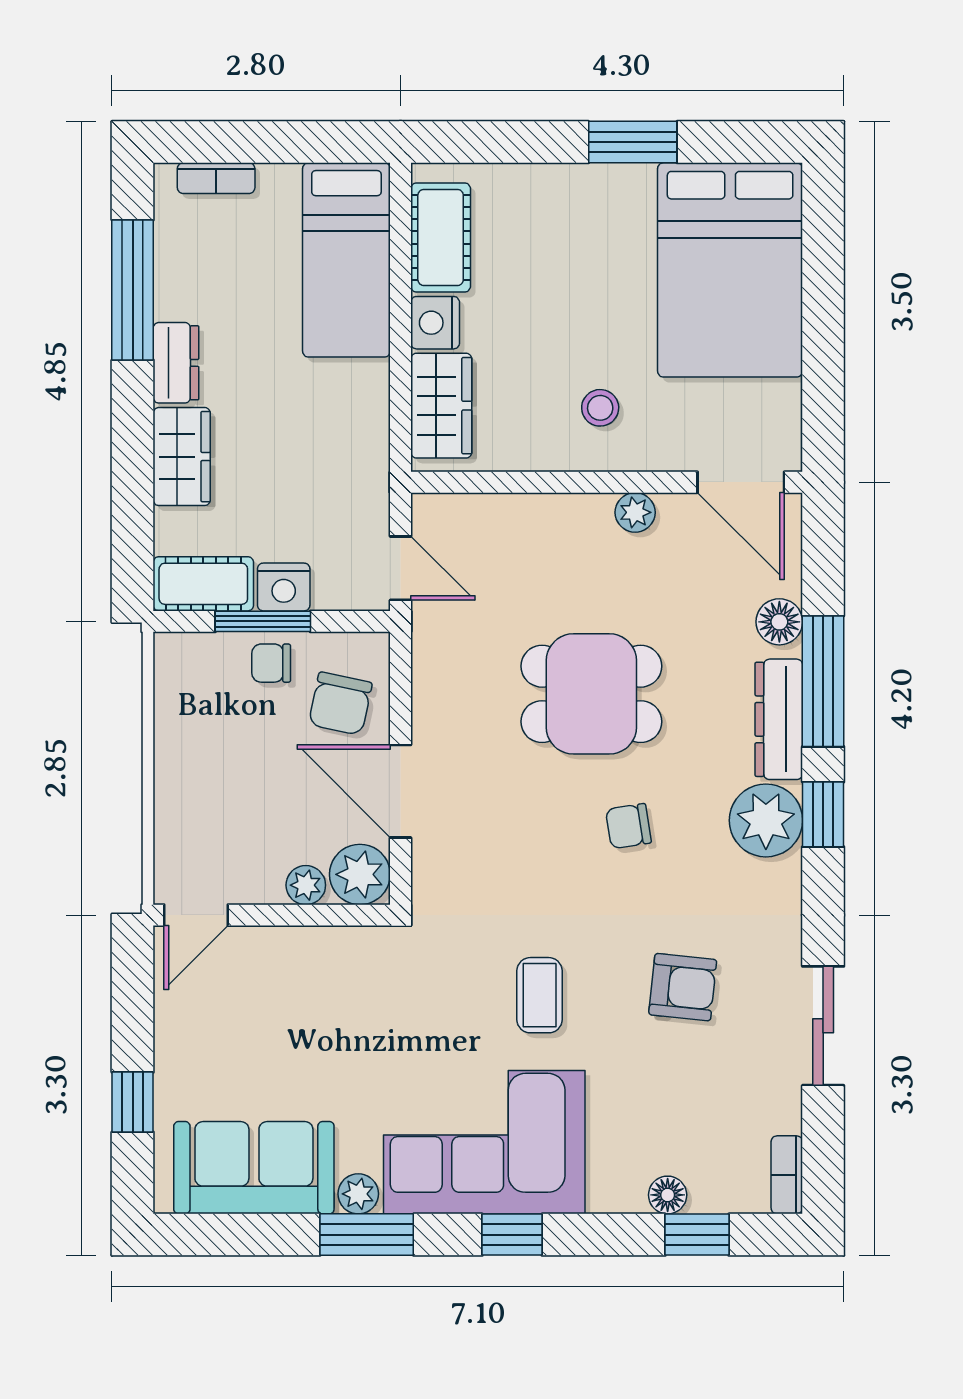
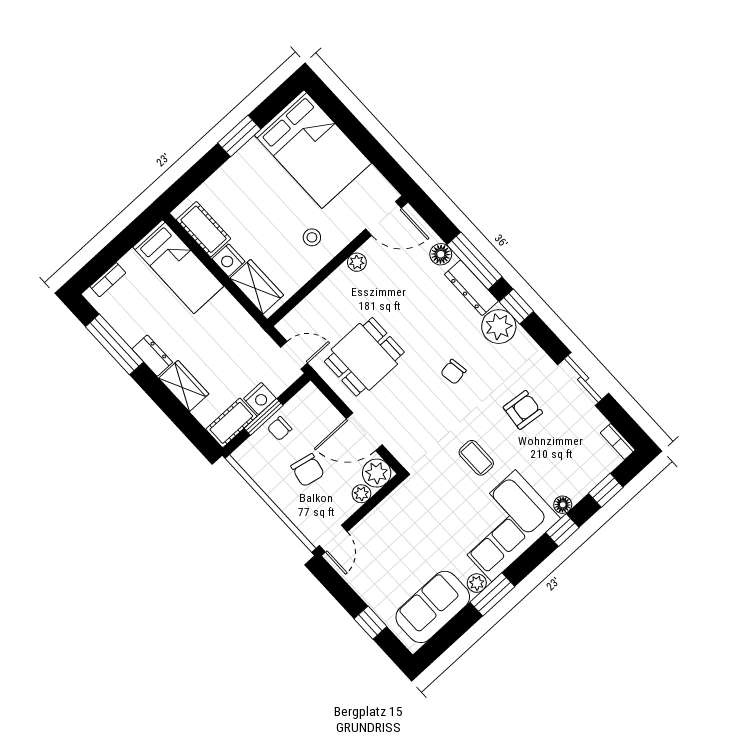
dining table: (591, 694) -> (364, 357), moved
chair: (340, 704) -> (308, 470), moved
floor lamp: (668, 1195) -> (563, 505), moved
window: (512, 1235) -> (562, 530), moved

